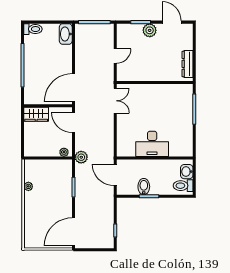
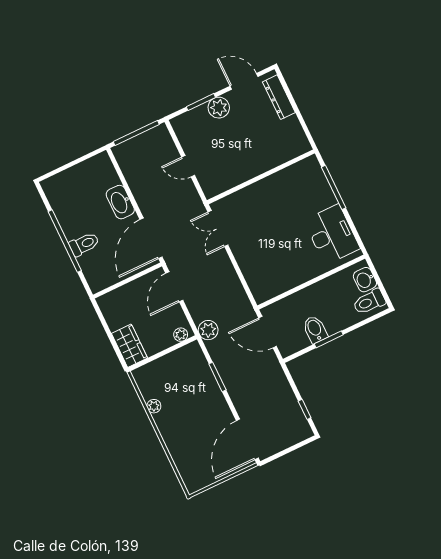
toilet: (33, 29) -> (84, 244), moved
washbasin: (66, 34) -> (120, 202), moved
door: (115, 56) -> (188, 166), swing flipped
dresser: (188, 64) -> (279, 97), moved
double door: (115, 101) -> (218, 229), swing flipped
wardrobe: (36, 114) -> (129, 346), moved, turned -90
door: (74, 122) -> (174, 287), hinge flipped
desk: (152, 144) -> (332, 234), moved, turned -90

